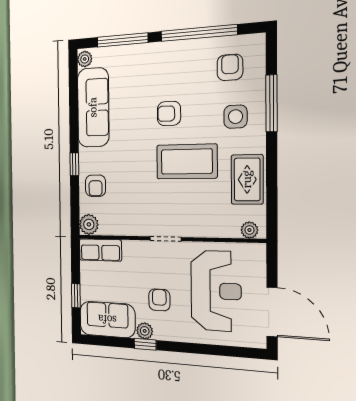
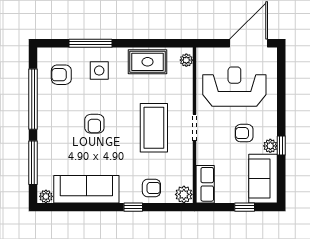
coffee table: (187, 162) -> (154, 128), moved

